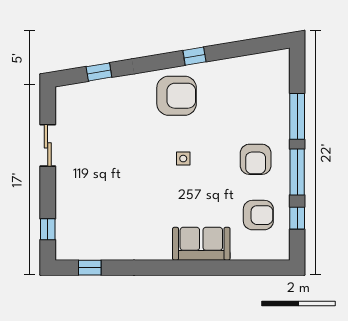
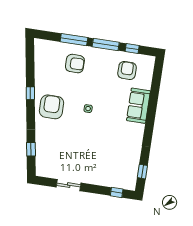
armchair: (256, 159) -> (75, 64), moved

